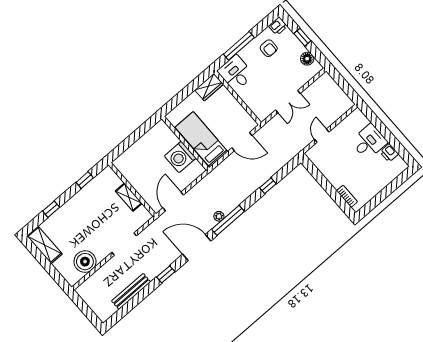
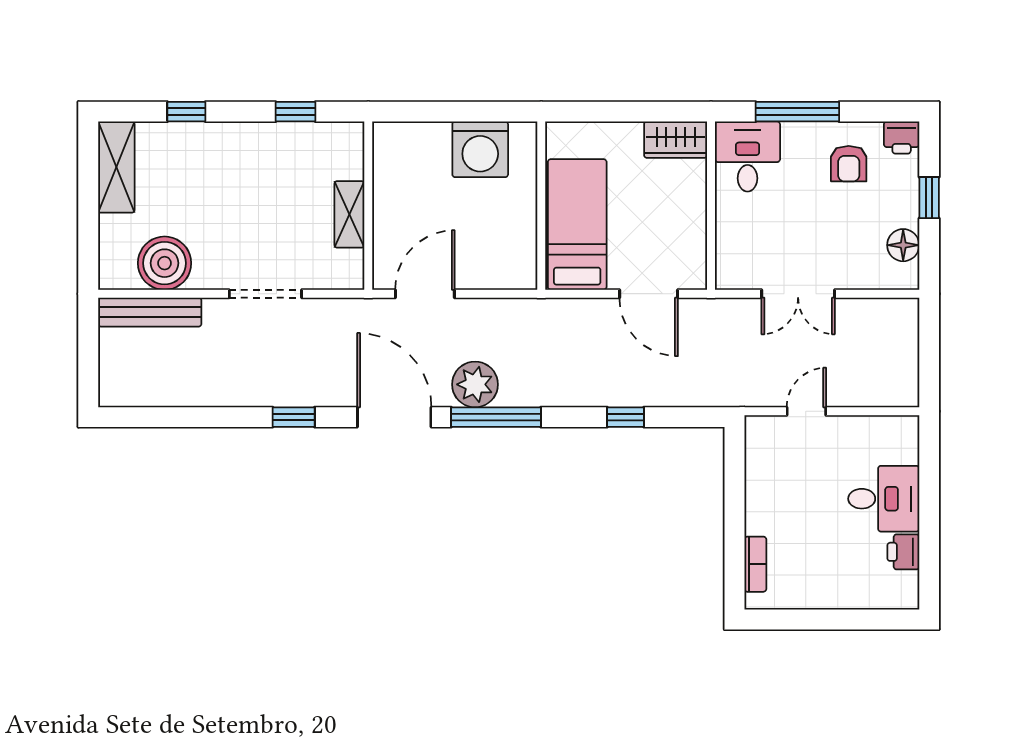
washing machine: (180, 157) -> (480, 149), moved, turned -90
plant: (219, 216) -> (475, 384), width x1.87, depth x1.87
bench: (131, 291) -> (150, 312), moved

